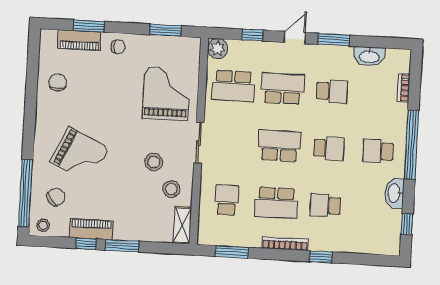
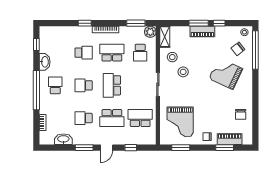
plant: (218, 48) -> (150, 32), moved
grand piano: (166, 94) -> (180, 122), moved
school desk: (279, 146) -> (112, 85), turned 90
school desk: (378, 151) -> (55, 85), turned -90
piano: (91, 229) -> (202, 32), moved

